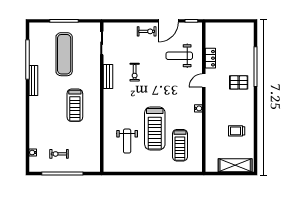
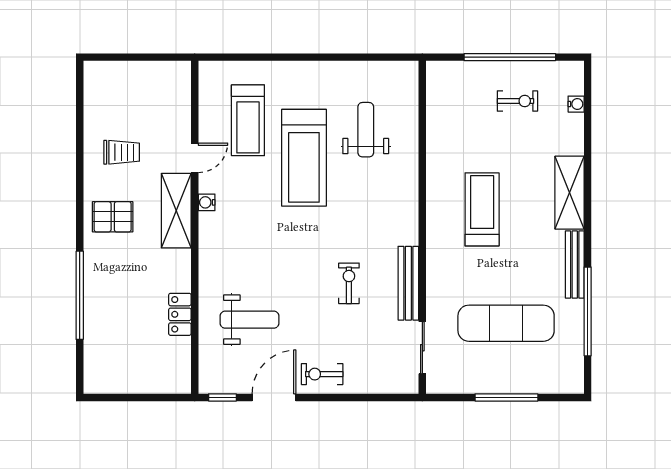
exercise mat: (64, 54) -> (506, 323), turned 90
bench: (108, 77) -> (408, 283), width x1.36
door: (204, 81) -> (195, 158), moved
pallet: (239, 82) -> (113, 217), moved
shelving: (36, 113) -> (569, 193), added
treadmill: (155, 128) -> (304, 158), turned 180
treadmill: (180, 145) -> (248, 120), turned 180
shelving: (235, 165) -> (176, 211), moved, turned 90

